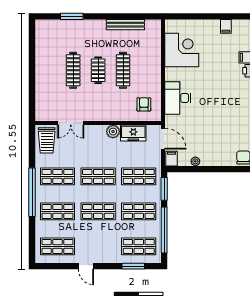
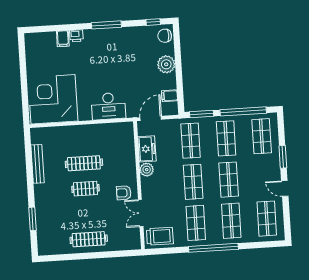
filing cabinet: (226, 26) -> (33, 62), removed
corner desk: (182, 50) -> (53, 99), width x1.36, depth x1.36
clothes rail: (73, 70) -> (89, 239), moved
armchair: (144, 104) -> (124, 193), moved
double door: (71, 123) -> (141, 213), swing flipped
filing cabinet: (171, 159) -> (170, 96), moved
plant: (195, 161) -> (166, 64), moved, width x1.87, depth x1.87
door: (86, 266) -> (285, 188), swing flipped
window: (133, 266) -> (283, 157), moved

